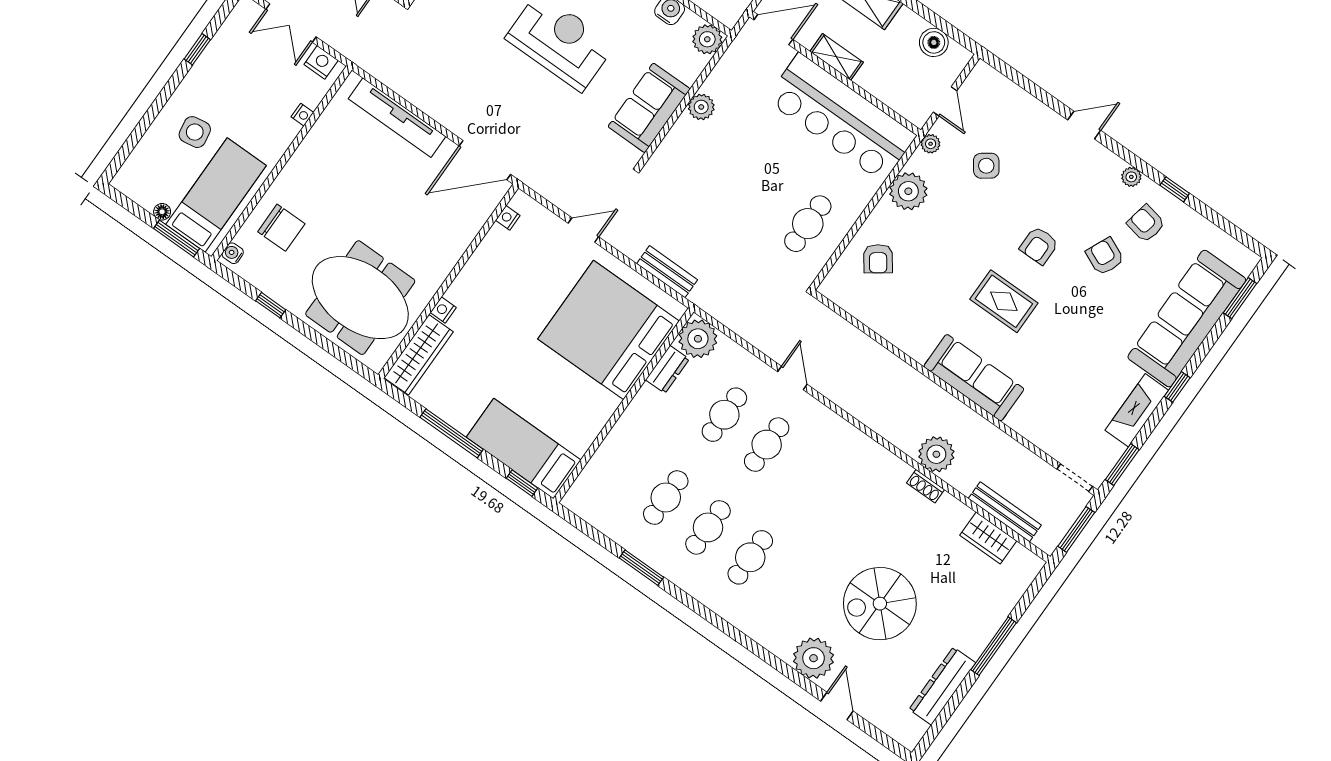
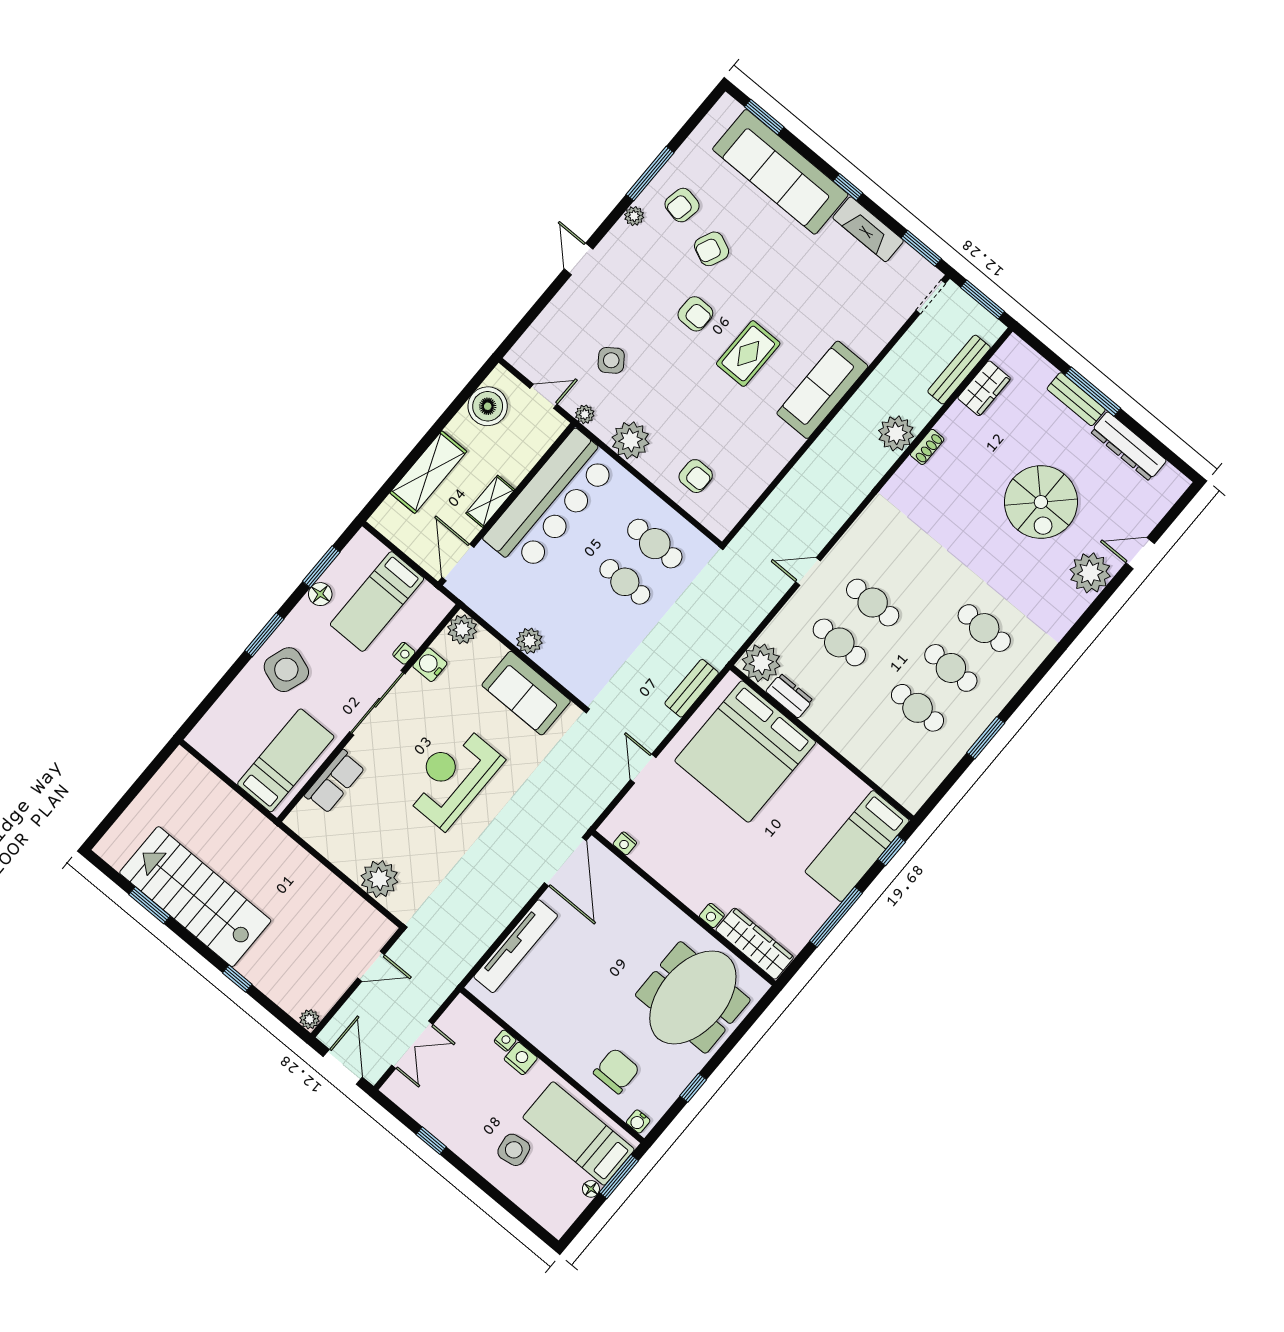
boiler: (934, 42) -> (488, 406), width x1.37, depth x1.37
nightstand: (321, 62) -> (521, 1059), moved, turned 90
window: (1175, 189) -> (650, 174), width x2.17
cafe table: (767, 197) -> (625, 582), added
armchair: (878, 259) -> (696, 476), turned 36
bench: (985, 630) -> (1076, 399), added

